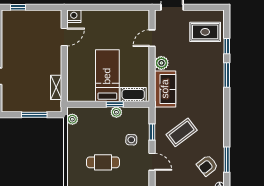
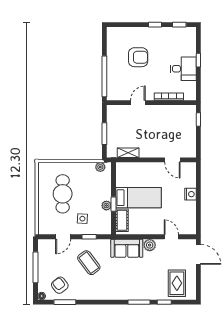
nightstand: (74, 16) -> (190, 194), moved
cafe table: (103, 162) -> (63, 194), width x1.37, depth x1.35

